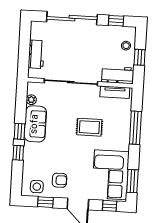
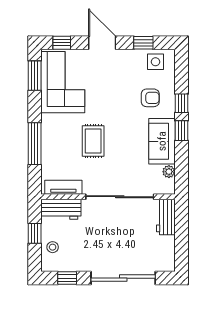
workbench: (36, 54) -> (166, 217), moved
rug: (89, 127) -> (93, 141), turned 90
armchair: (60, 180) -> (150, 98), moved, turned 180

